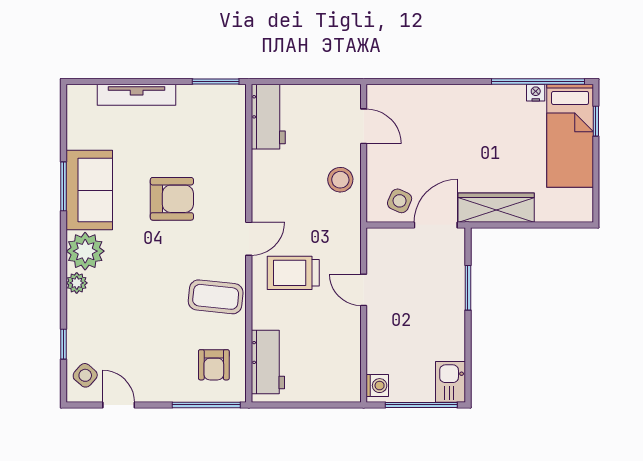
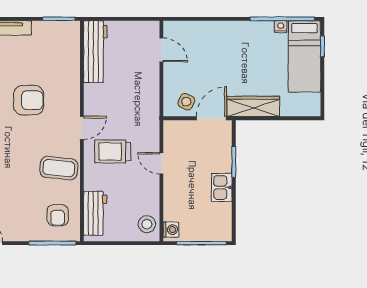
workbench: (268, 117) -> (95, 52), width x1.37
stool: (340, 180) -> (147, 224), moved
kitchen sink: (451, 382) -> (222, 187), moved

